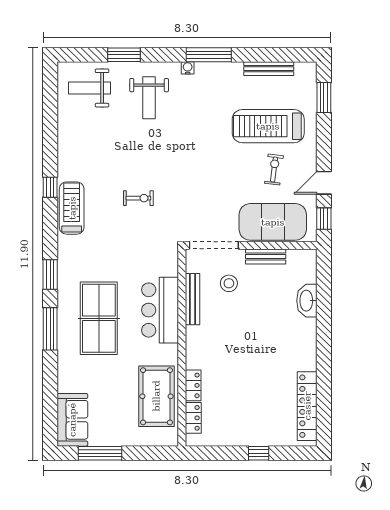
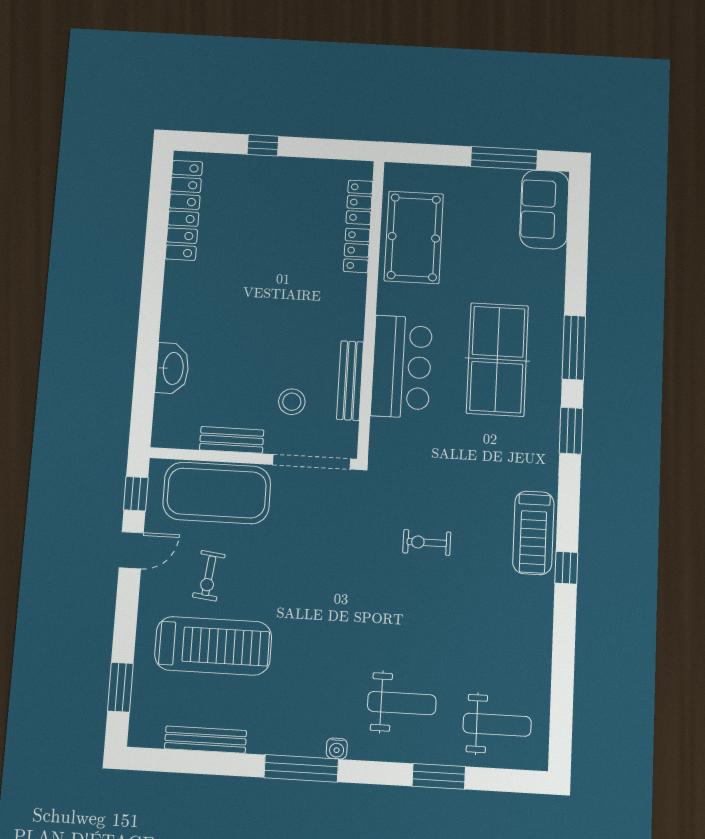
weight bench: (149, 98) -> (402, 703), turned 90

